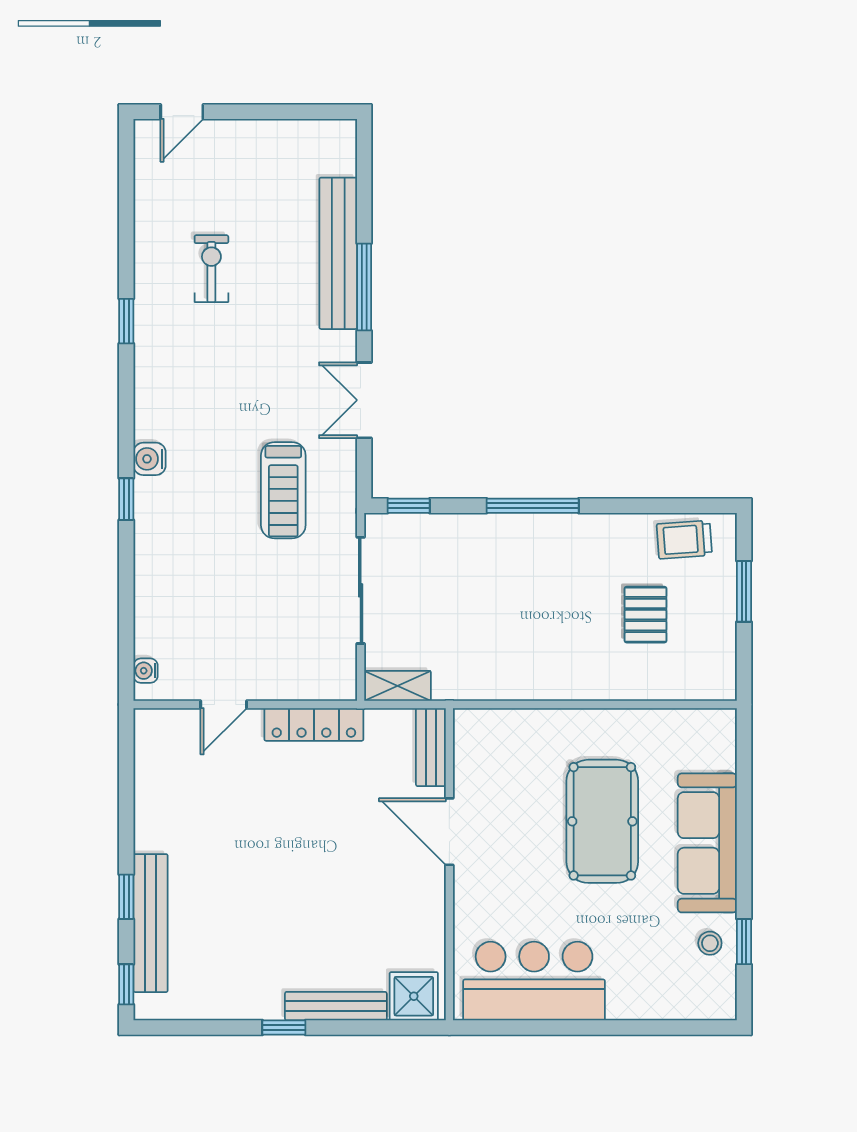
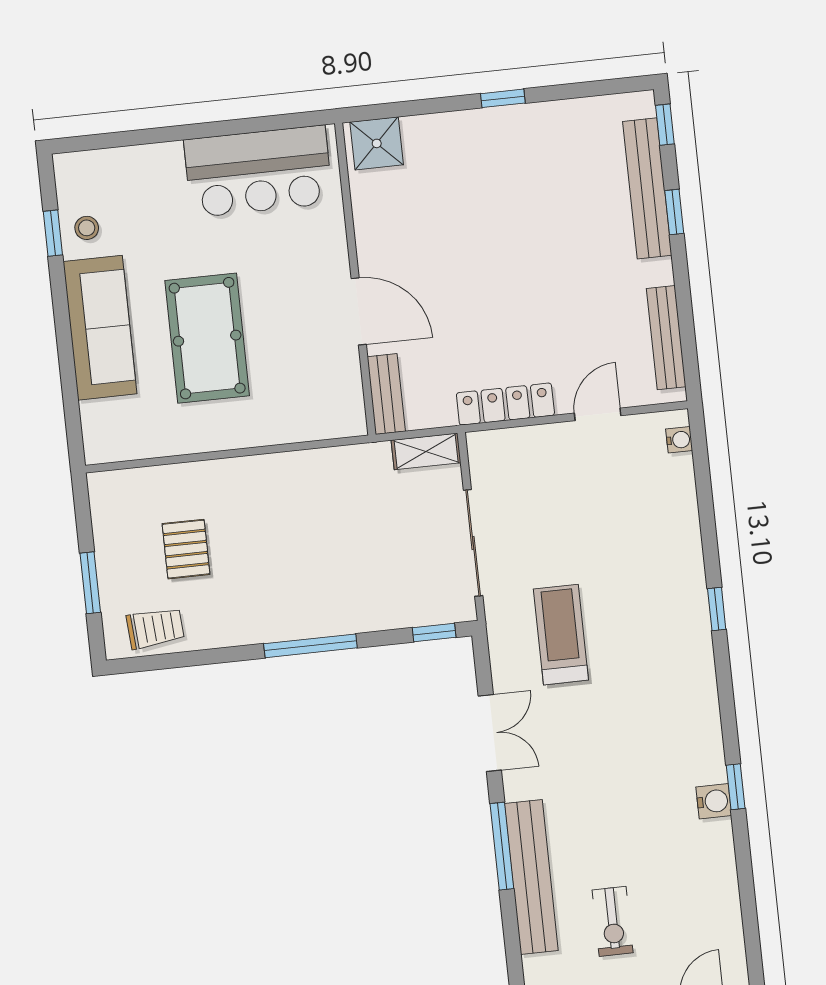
exercise bike: (211, 269) -> (613, 921), moved
water cooler: (150, 459) -> (714, 801), moved
bench: (336, 1006) -> (666, 338), moved, turned 90

